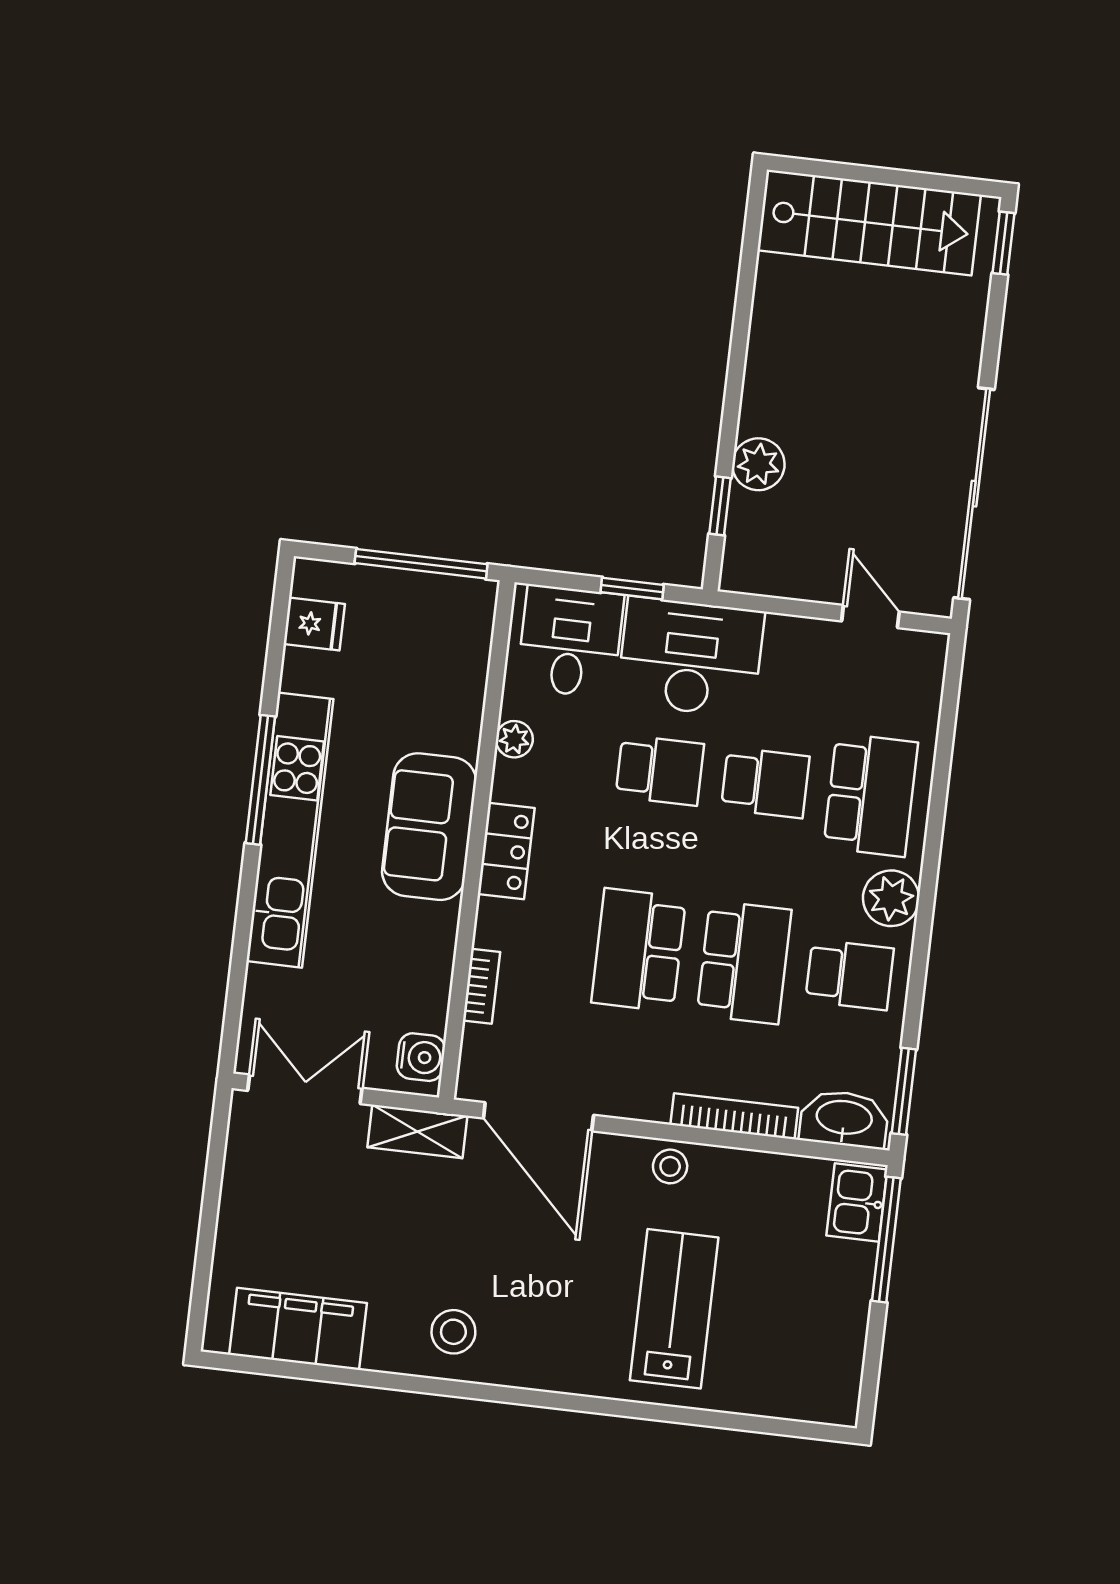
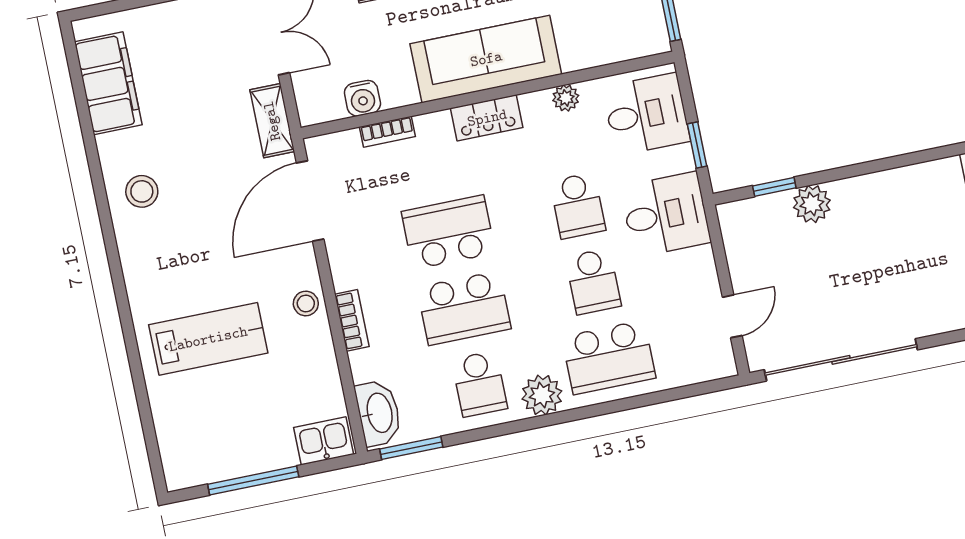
desk: (691, 657) -> (666, 214), width x0.73
sofa: (429, 827) -> (486, 59), width x1.36
water cooler: (421, 1057) -> (362, 98), moved
bookcase: (734, 1116) -> (352, 320), width x0.64
window: (886, 1240) -> (253, 480), moved

